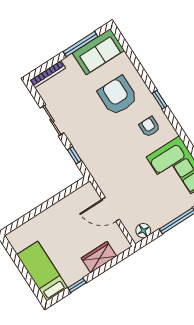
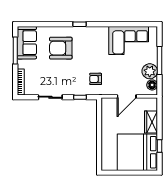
armchair: (149, 127) -> (96, 79), moved
plant: (157, 218) -> (150, 71), added
bed: (42, 271) -> (137, 152), width x2.04

